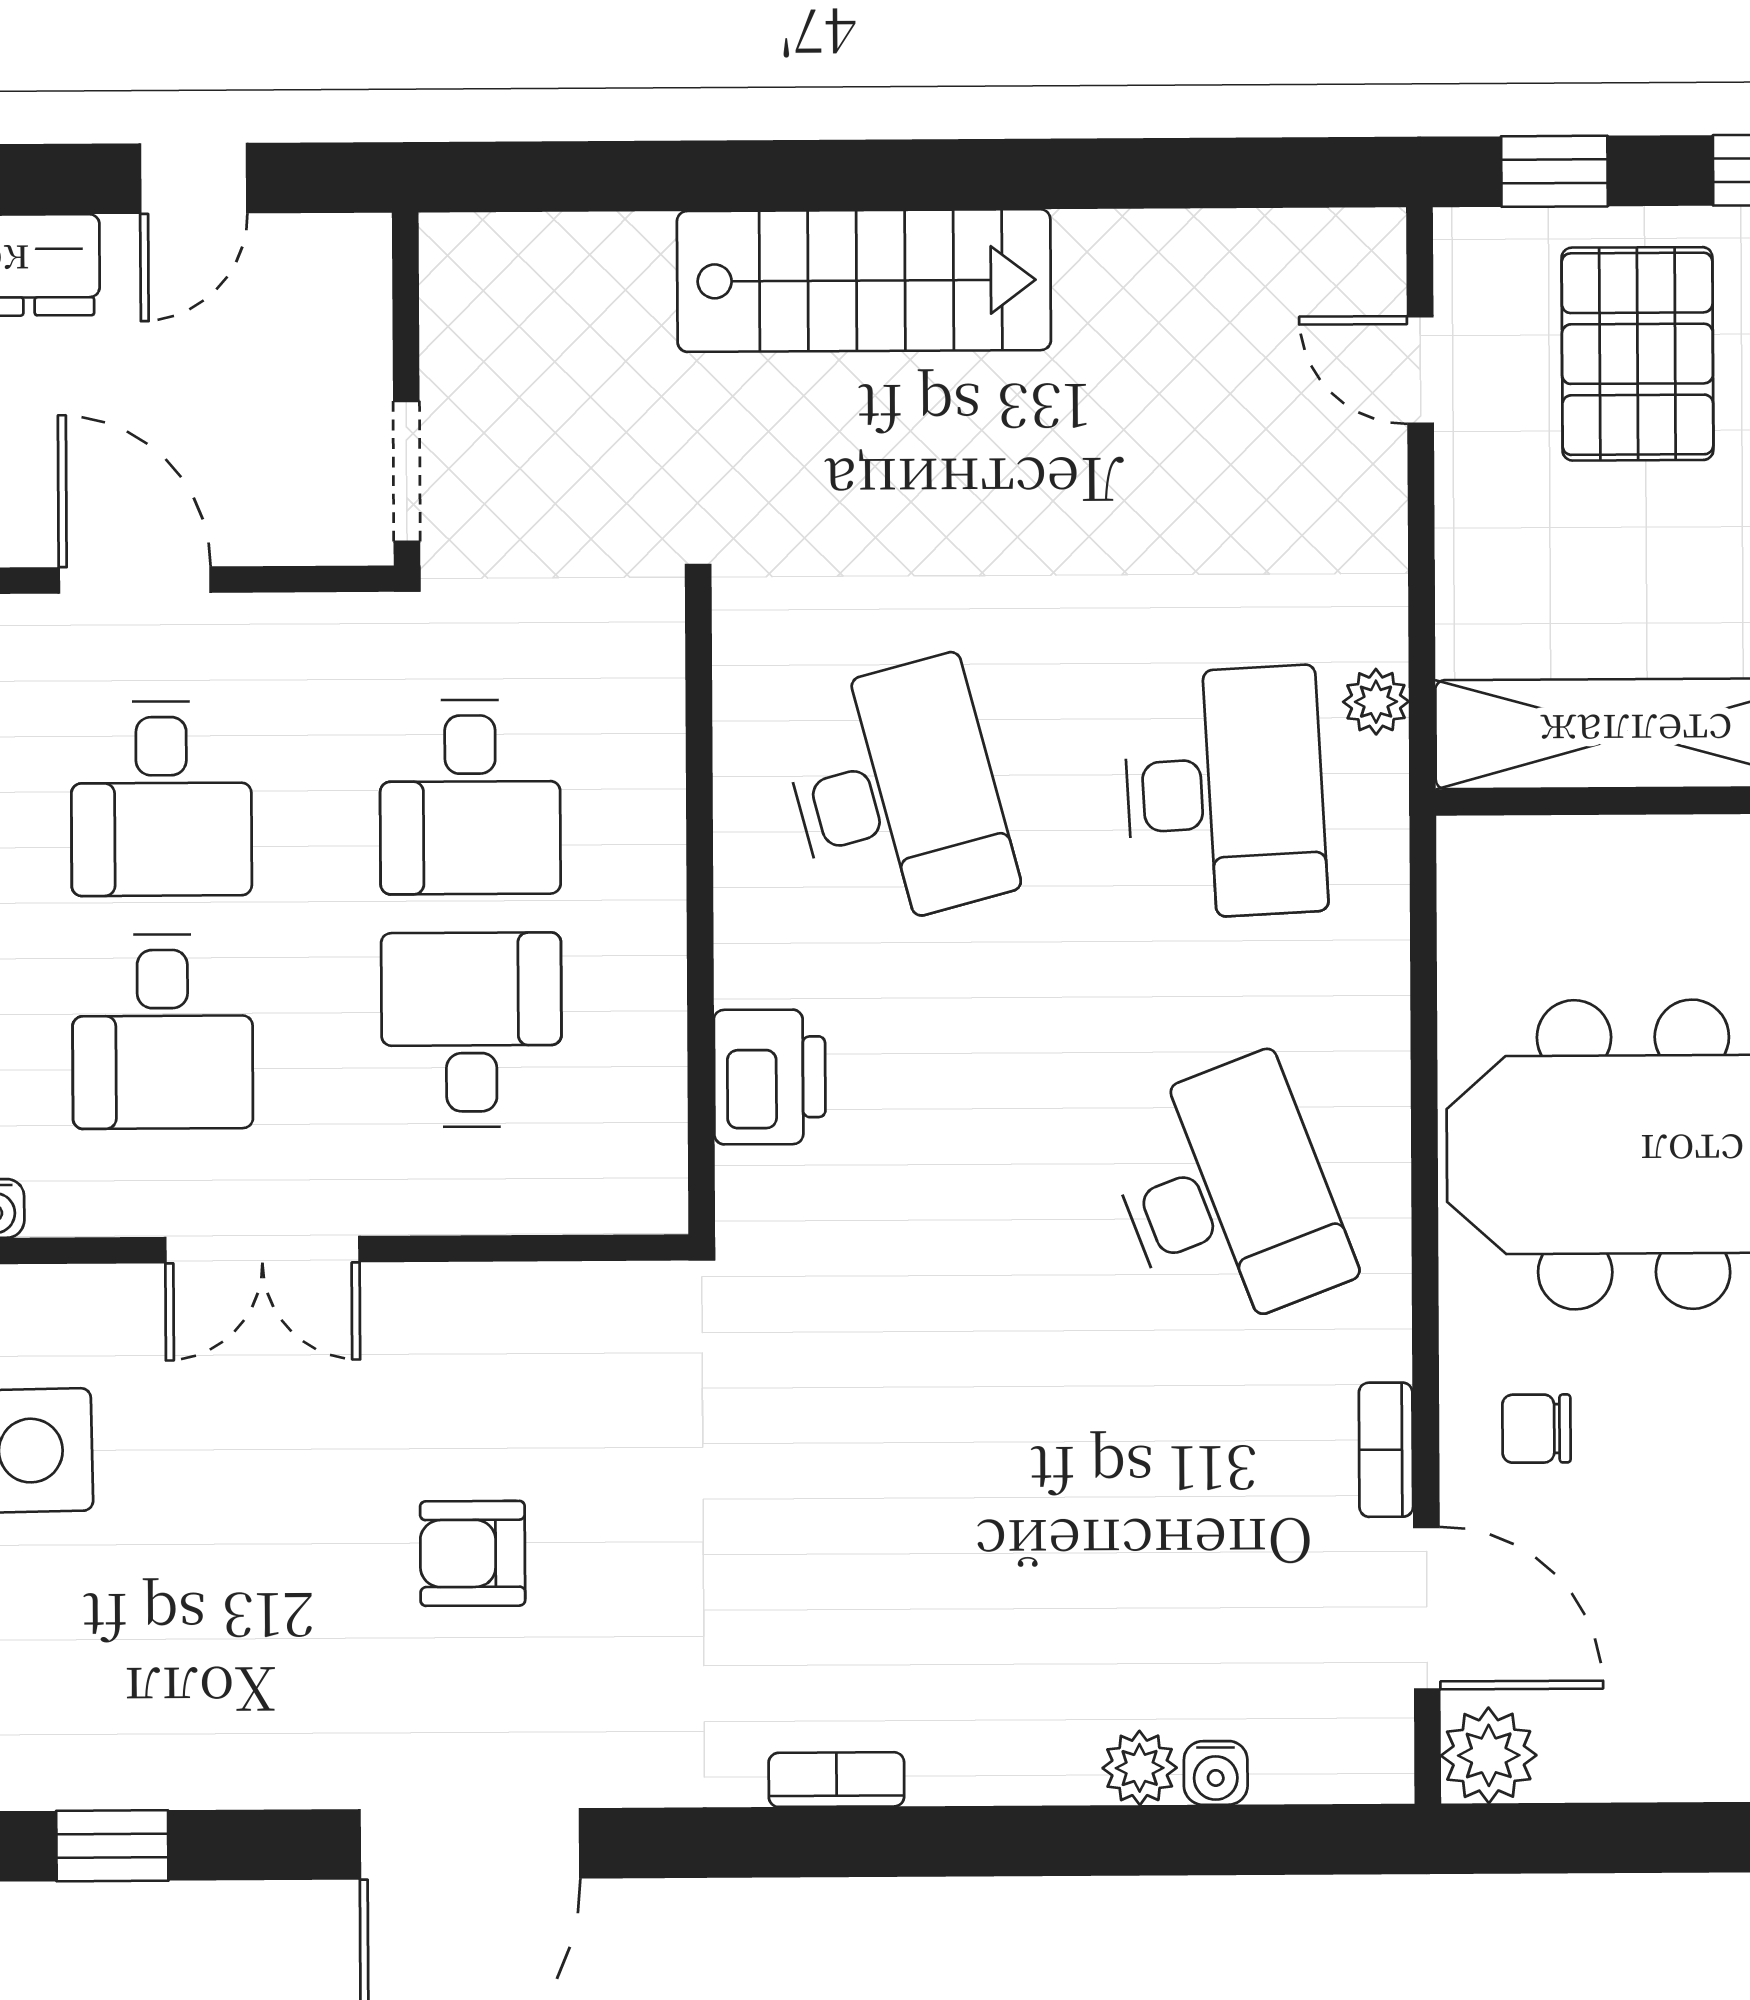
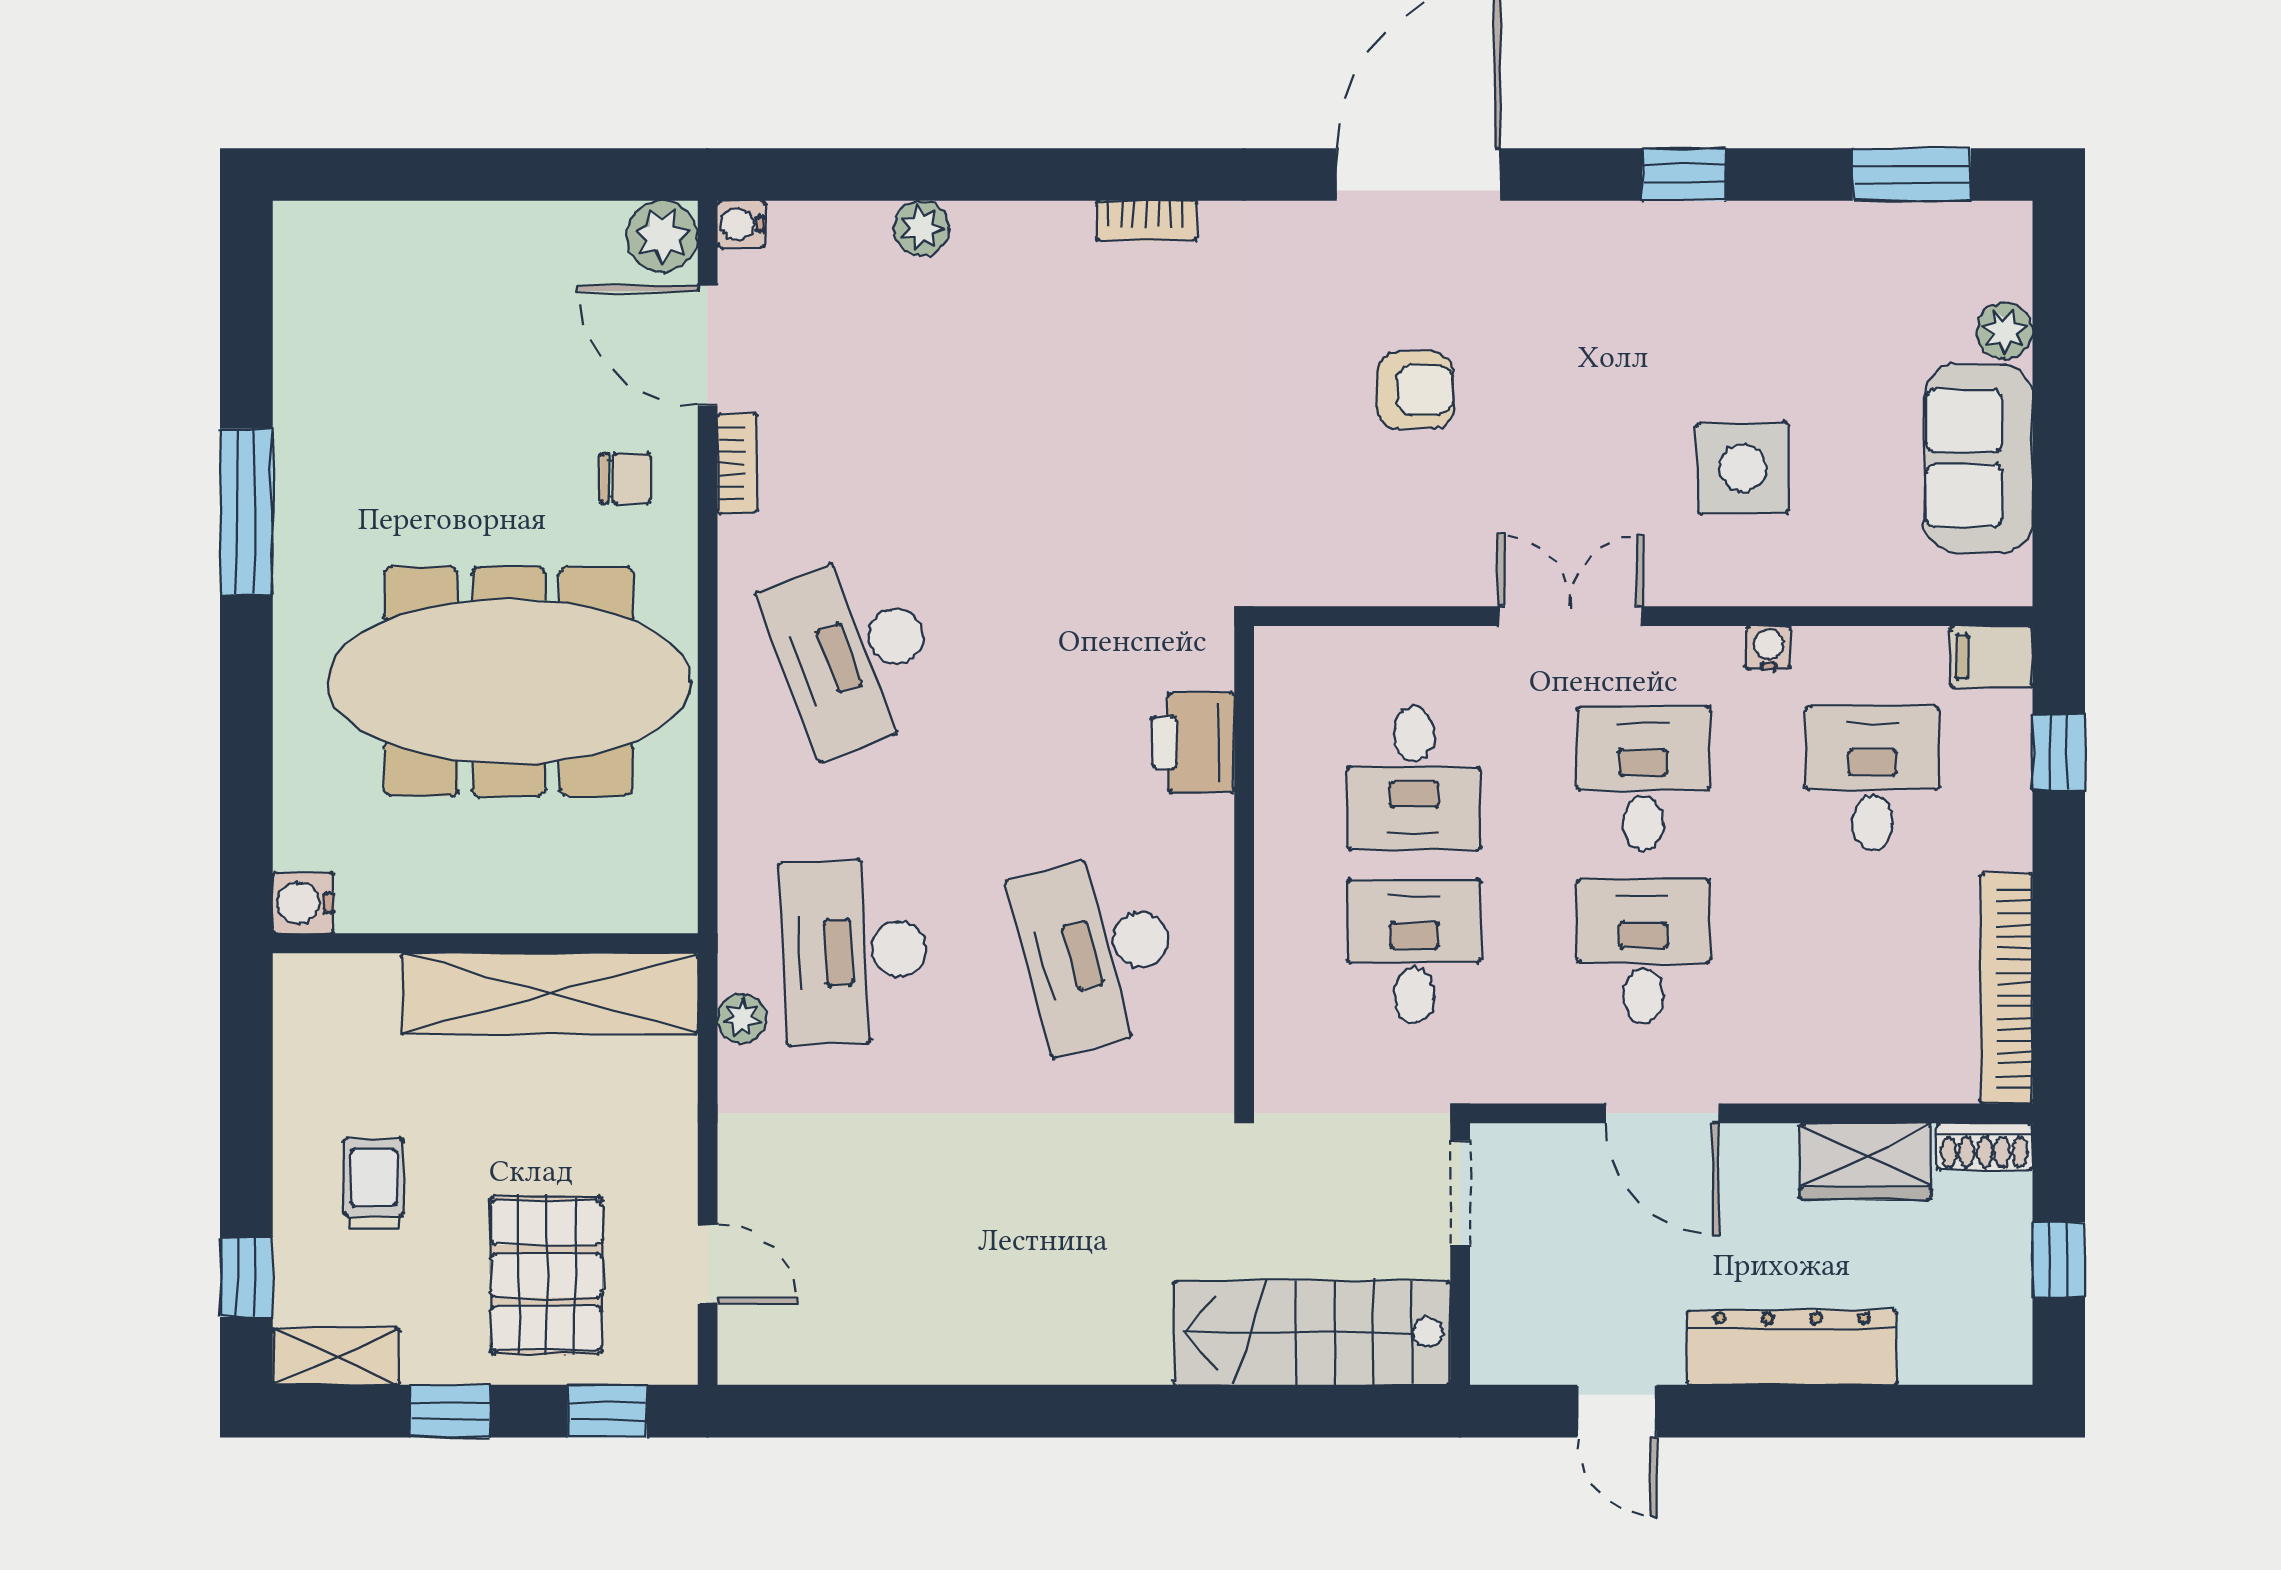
door: (194, 178) -> (1617, 1411), swing flipped
stairs: (864, 281) -> (1312, 1333), moved
water cooler: (1216, 1773) -> (741, 224), moved, turned -90

